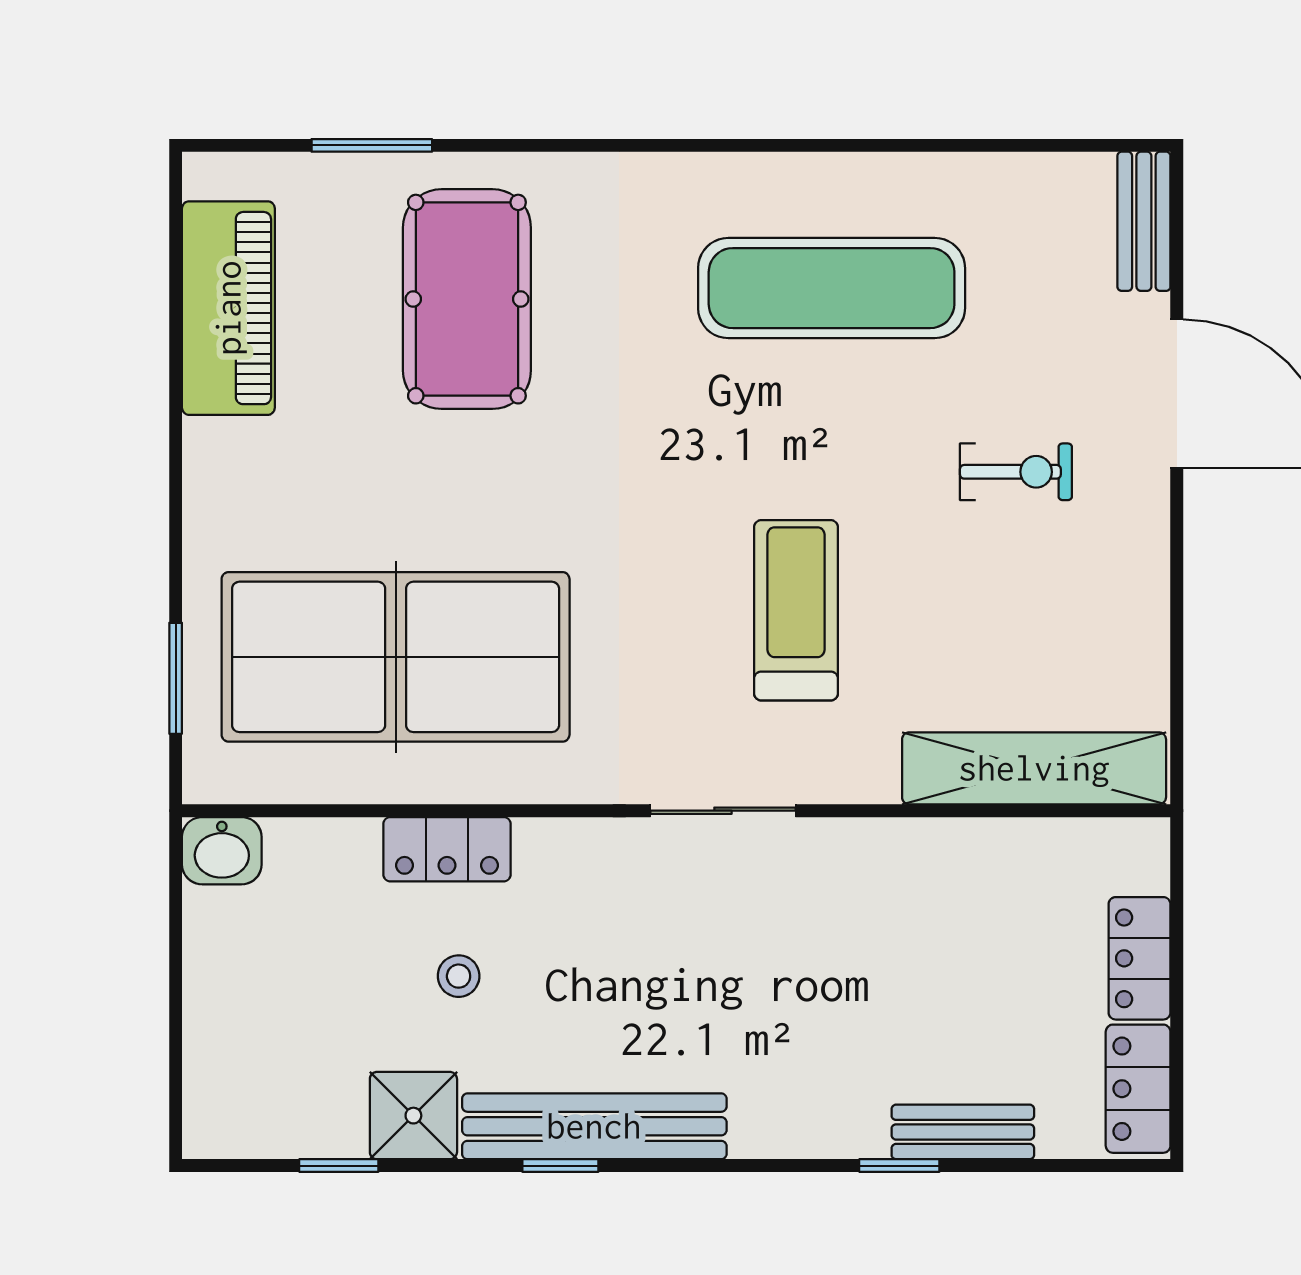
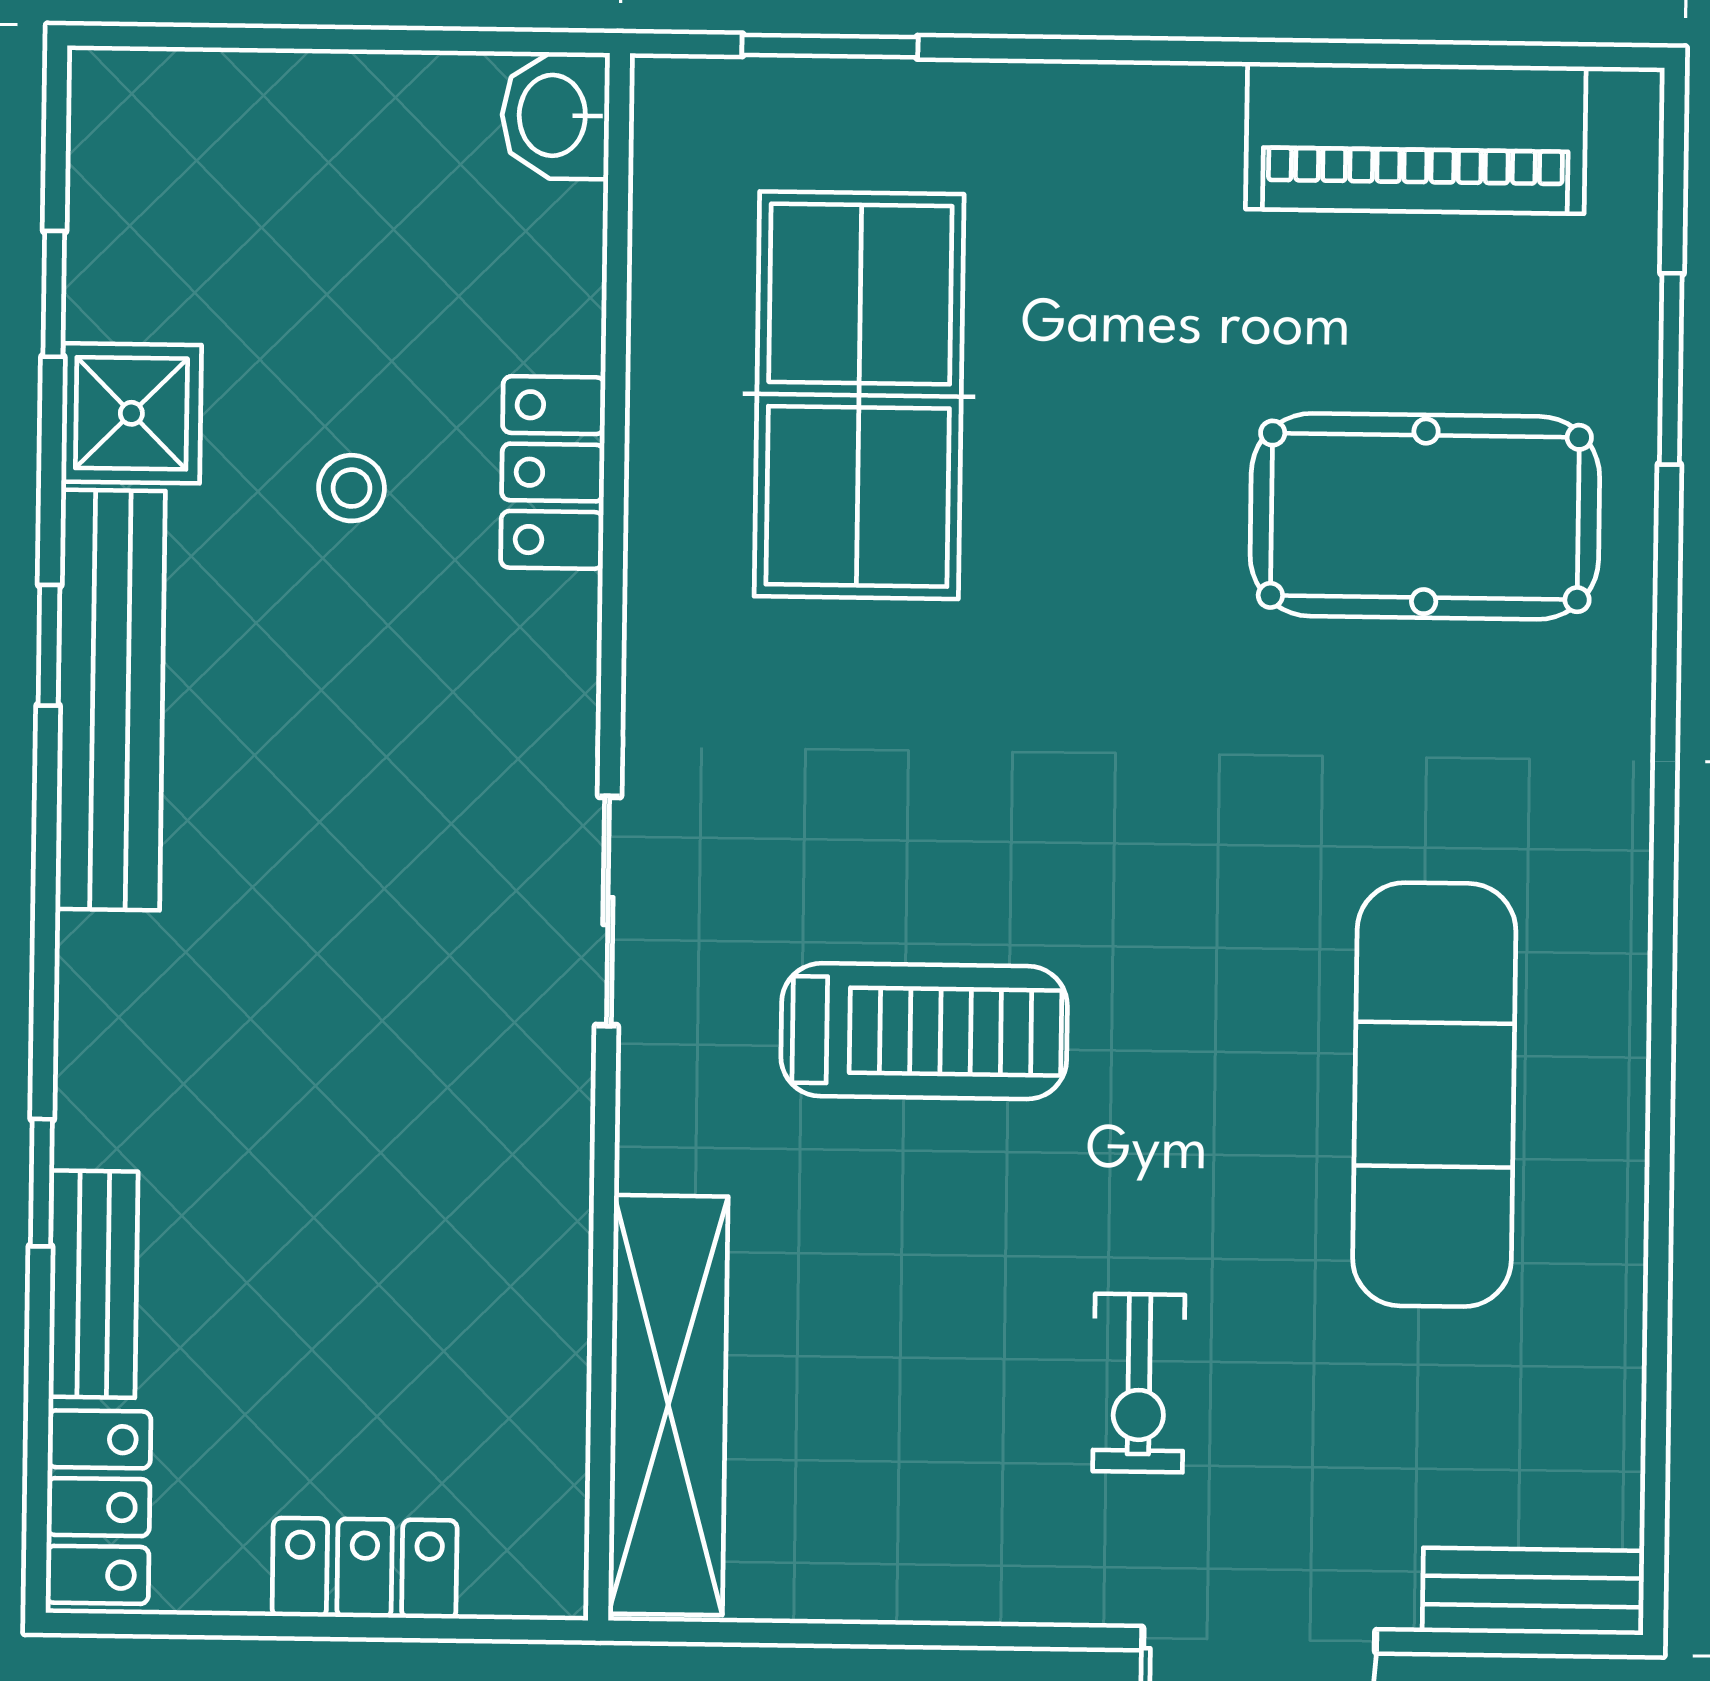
table tennis table: (396, 657) -> (859, 395), width x0.73, depth x0.76
locker: (1138, 1089) -> (98, 1507), moved, turned 90

